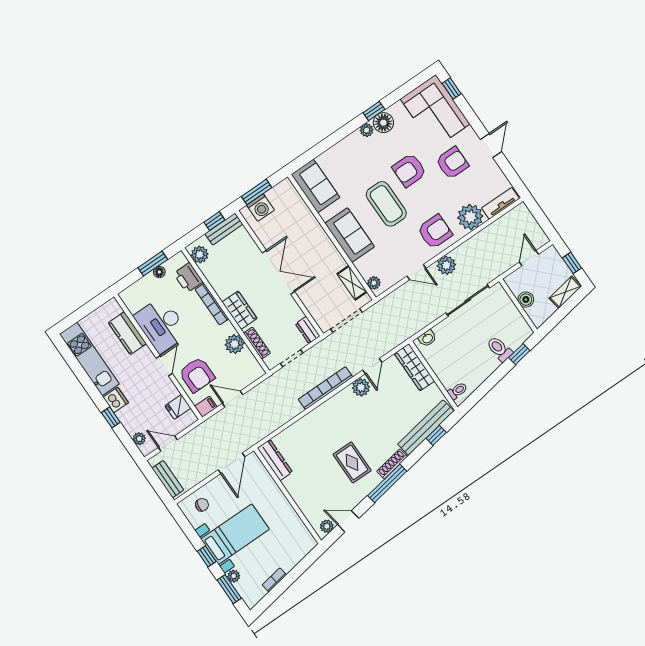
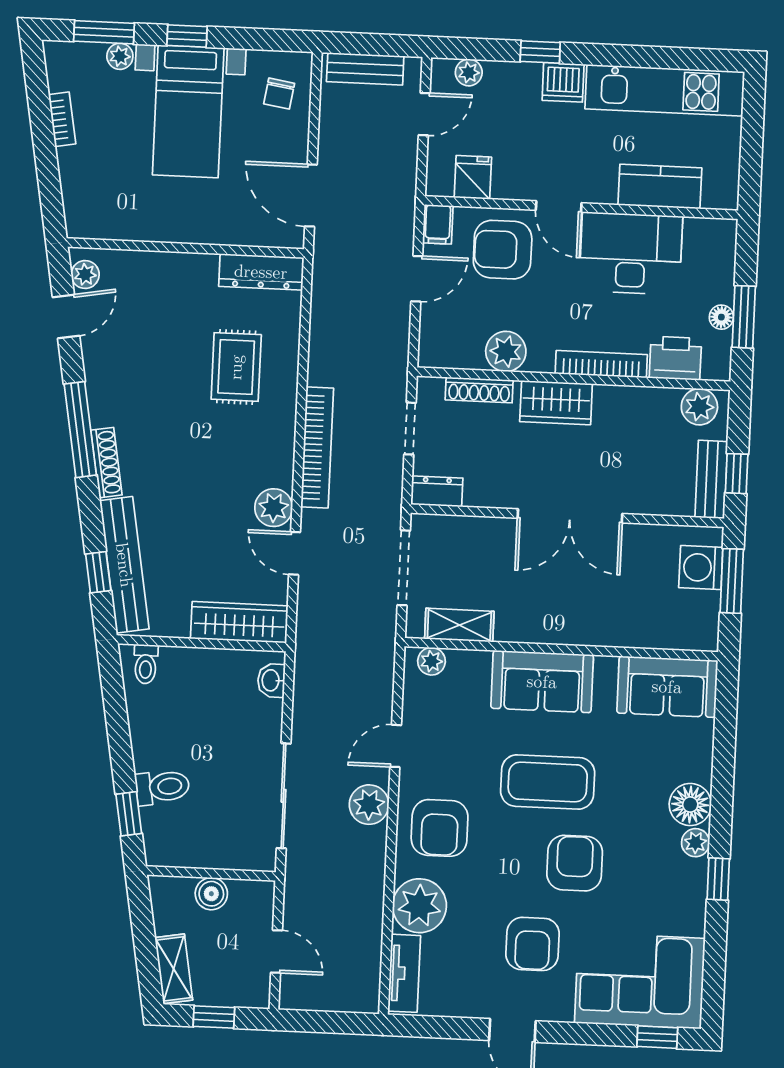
floor lamp: (383, 123) -> (690, 805), moved
rug: (352, 462) -> (236, 367), moved, turned 90

